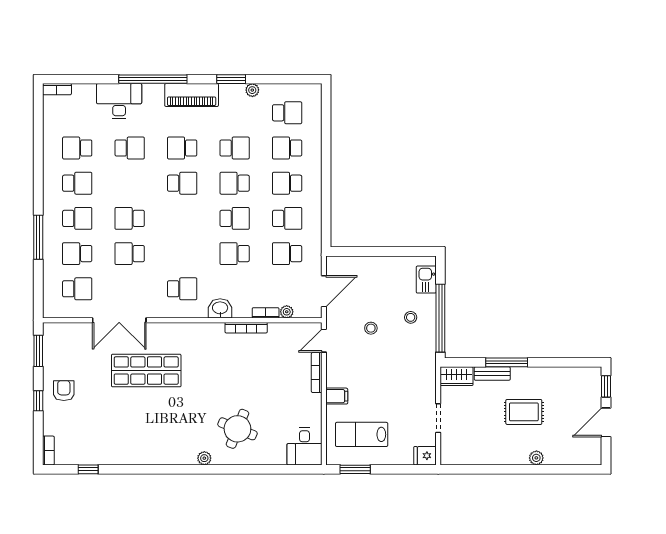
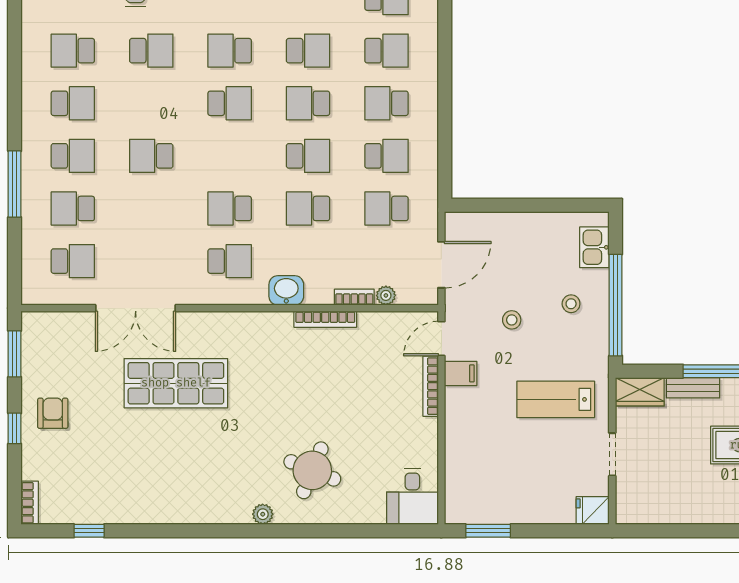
school desk: (287, 148) -> (386, 51), turned 180
school desk: (130, 254) -> (230, 208), moved
filing cabinet: (337, 396) -> (461, 373), moved
lab bench: (362, 434) -> (556, 399), moved

